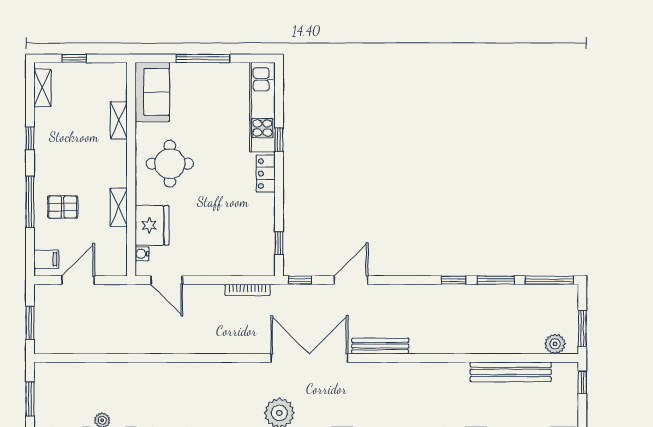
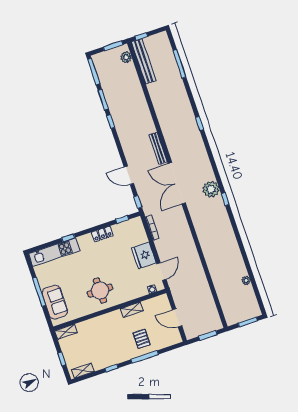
sofa: (152, 92) -> (55, 302), moved, turned 90
shelving: (119, 120) -> (66, 332), moved
locker: (266, 174) -> (102, 234), moved
fridge: (152, 225) -> (144, 255), moved, turned -90
filing cabinet: (46, 259) -> (172, 338), removed
bench: (511, 372) -> (144, 61), moved

